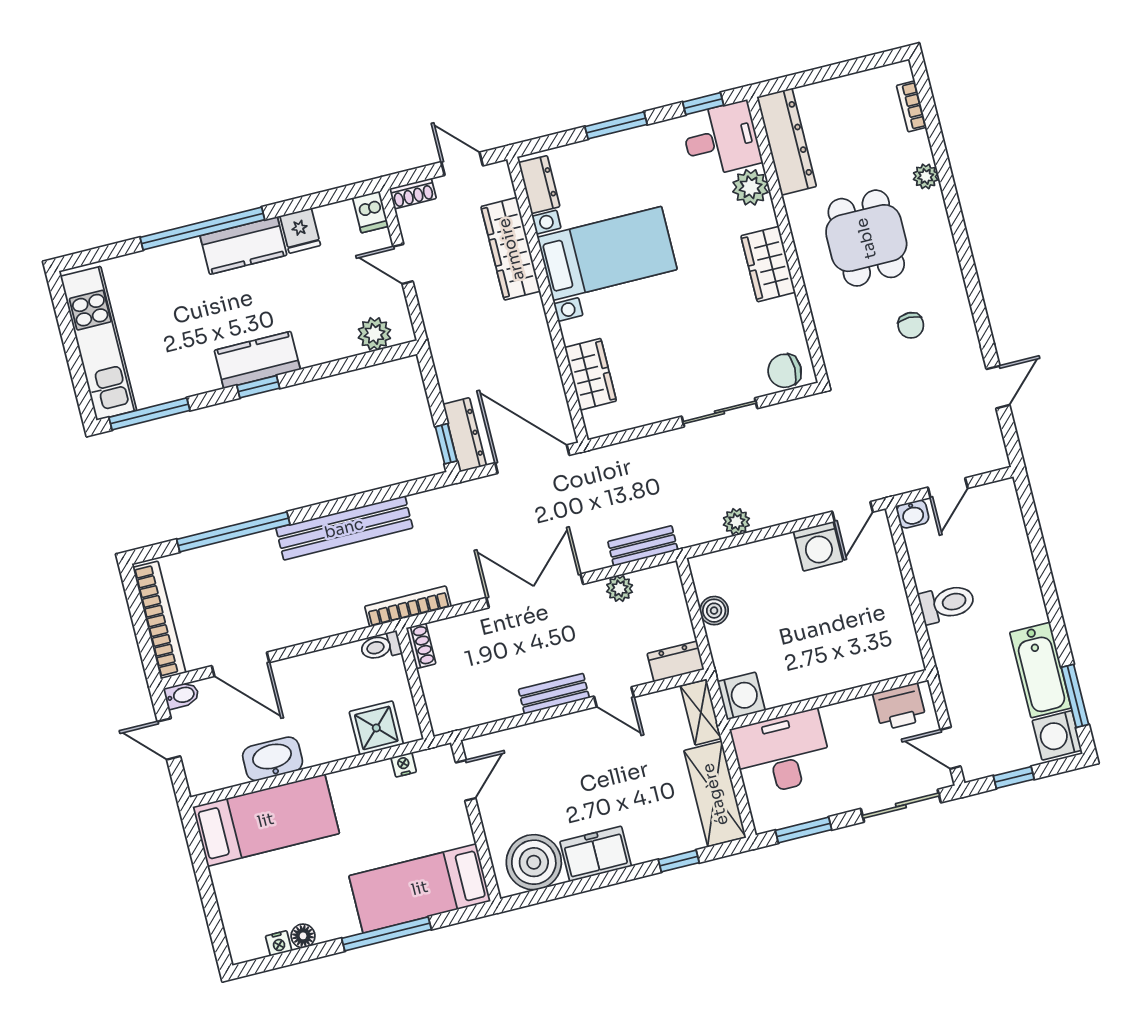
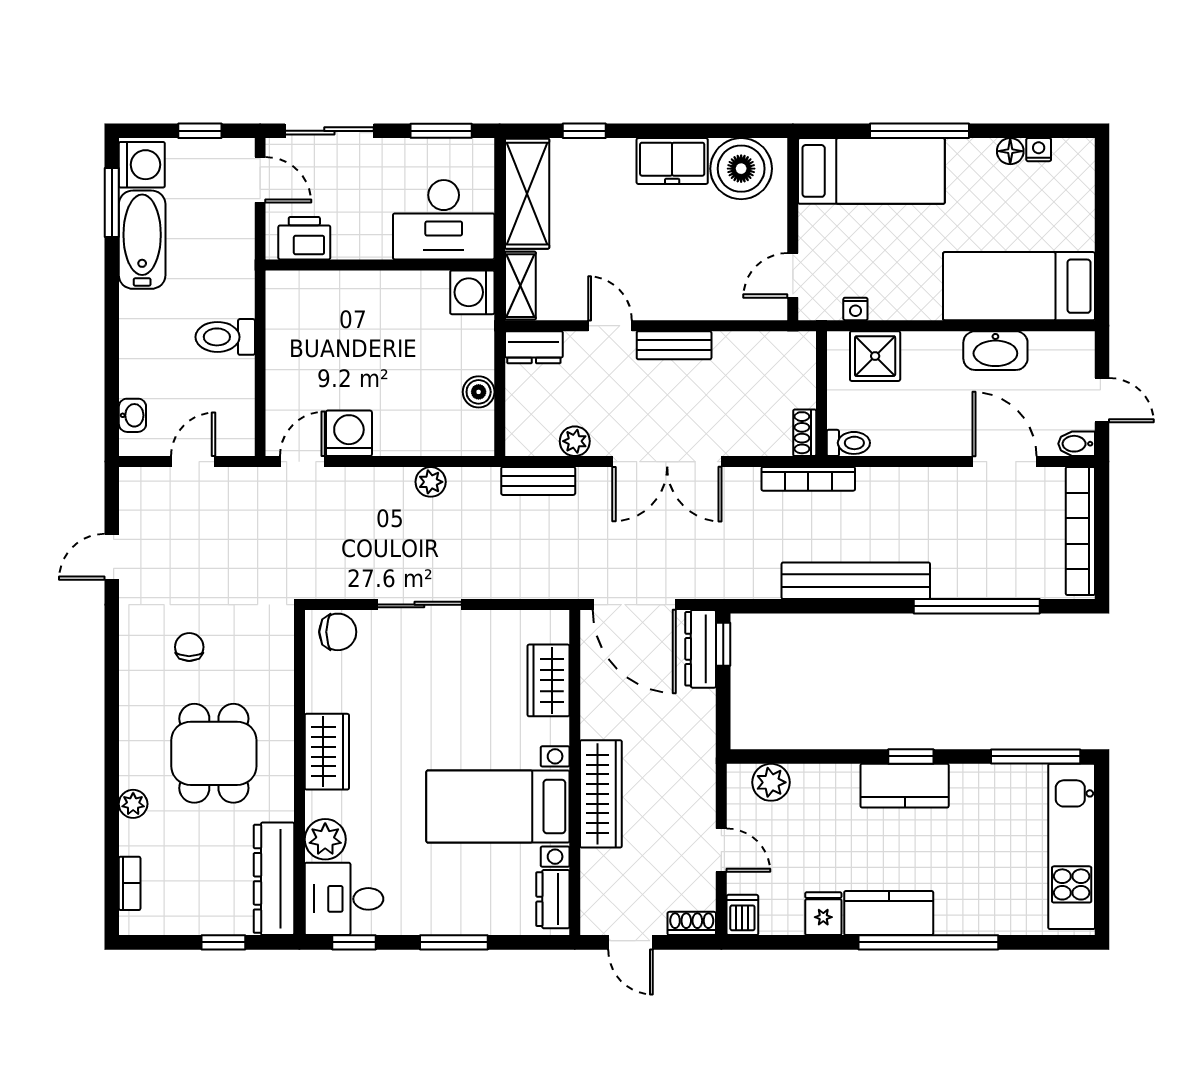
window: (817, 75) -> (223, 942), added
wardrobe: (511, 249) -> (601, 794), moved
washbasin: (913, 514) -> (132, 415), moved, turned 90

